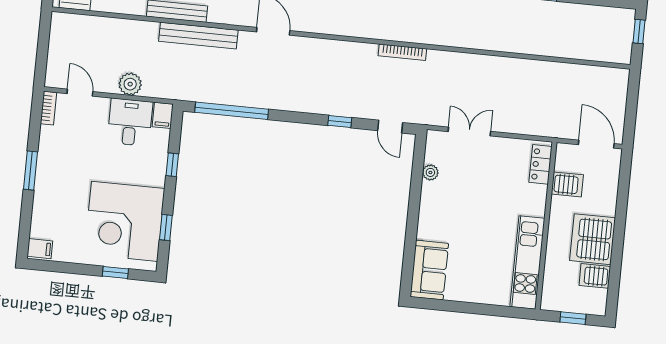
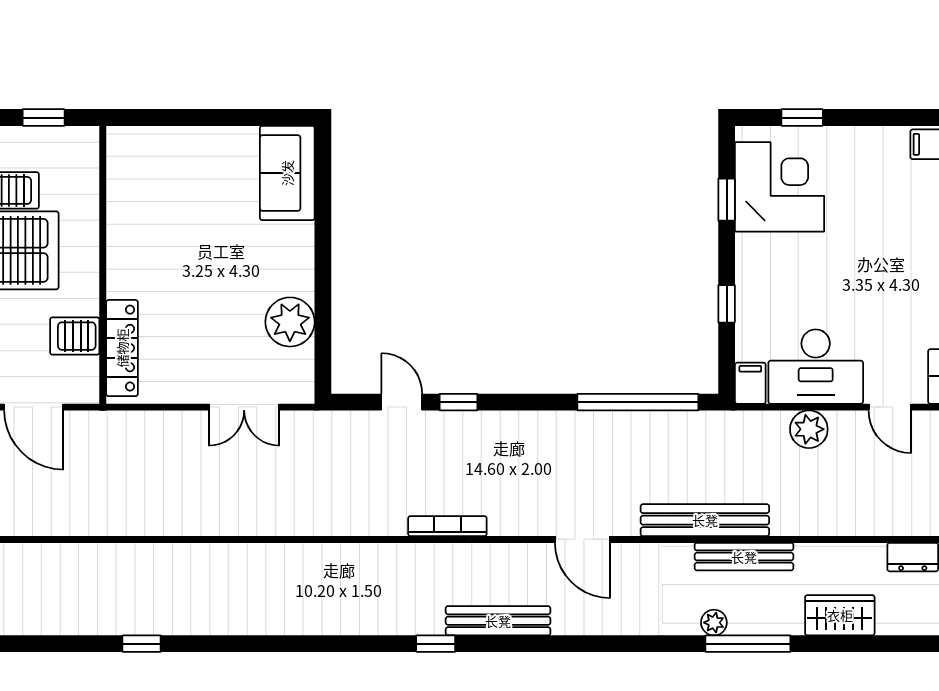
bookcase: (402, 52) -> (447, 526), moved
desk: (130, 122) -> (816, 367), width x1.37
door: (390, 127) -> (402, 402), moved
locker: (540, 164) -> (122, 348), width x1.53
plant: (430, 172) -> (290, 322), width x1.88, depth x1.88
corner desk: (125, 221) -> (780, 187), width x0.74, depth x0.74
kitchen unit: (527, 262) -> (127, 201), removed

